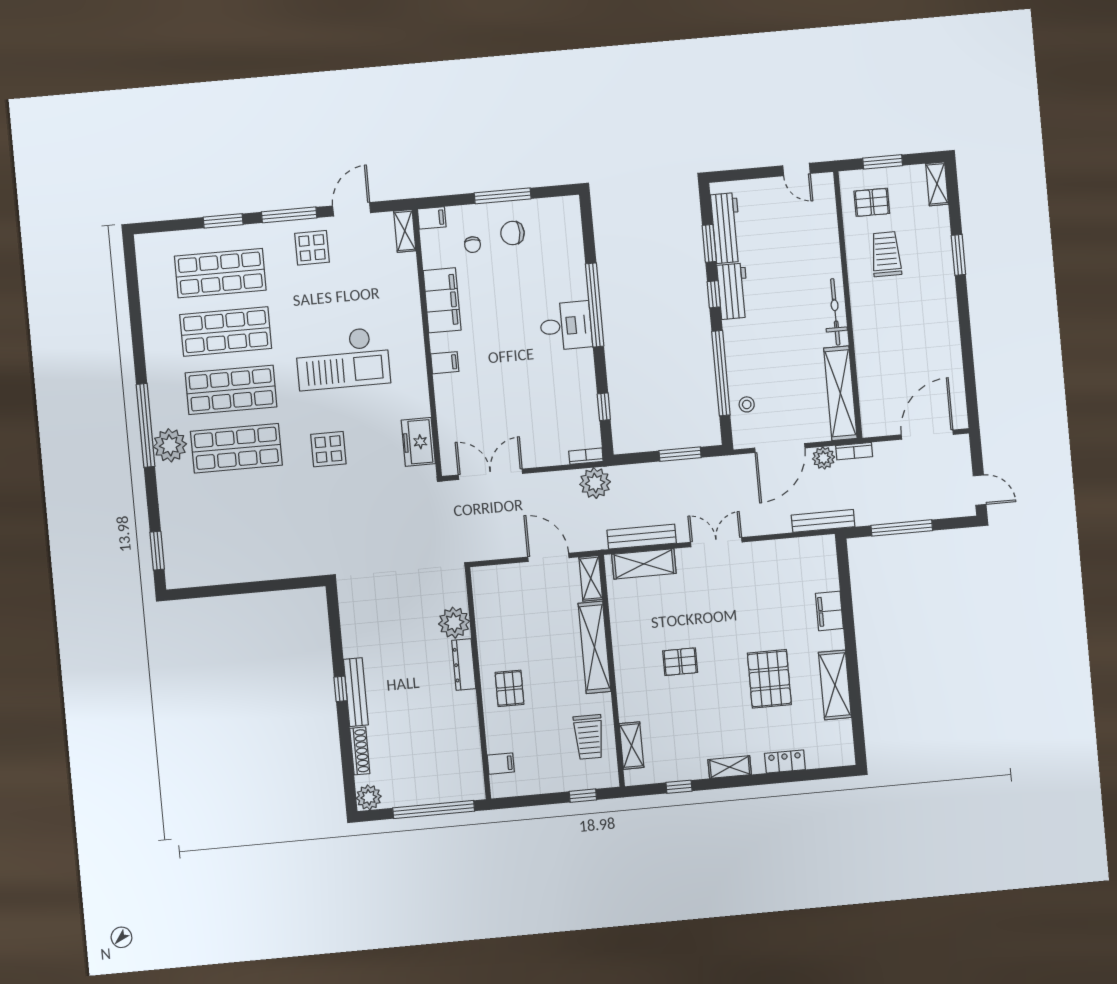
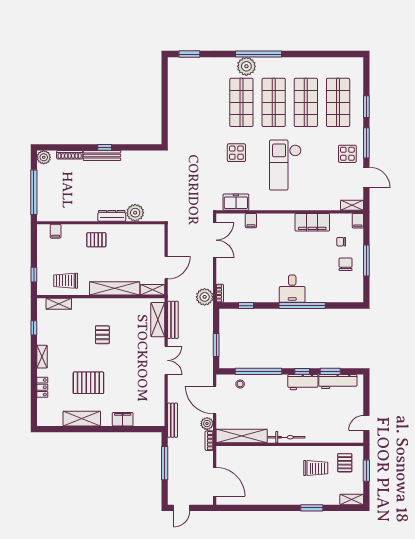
filing cabinet: (445, 363) -> (251, 221), moved

